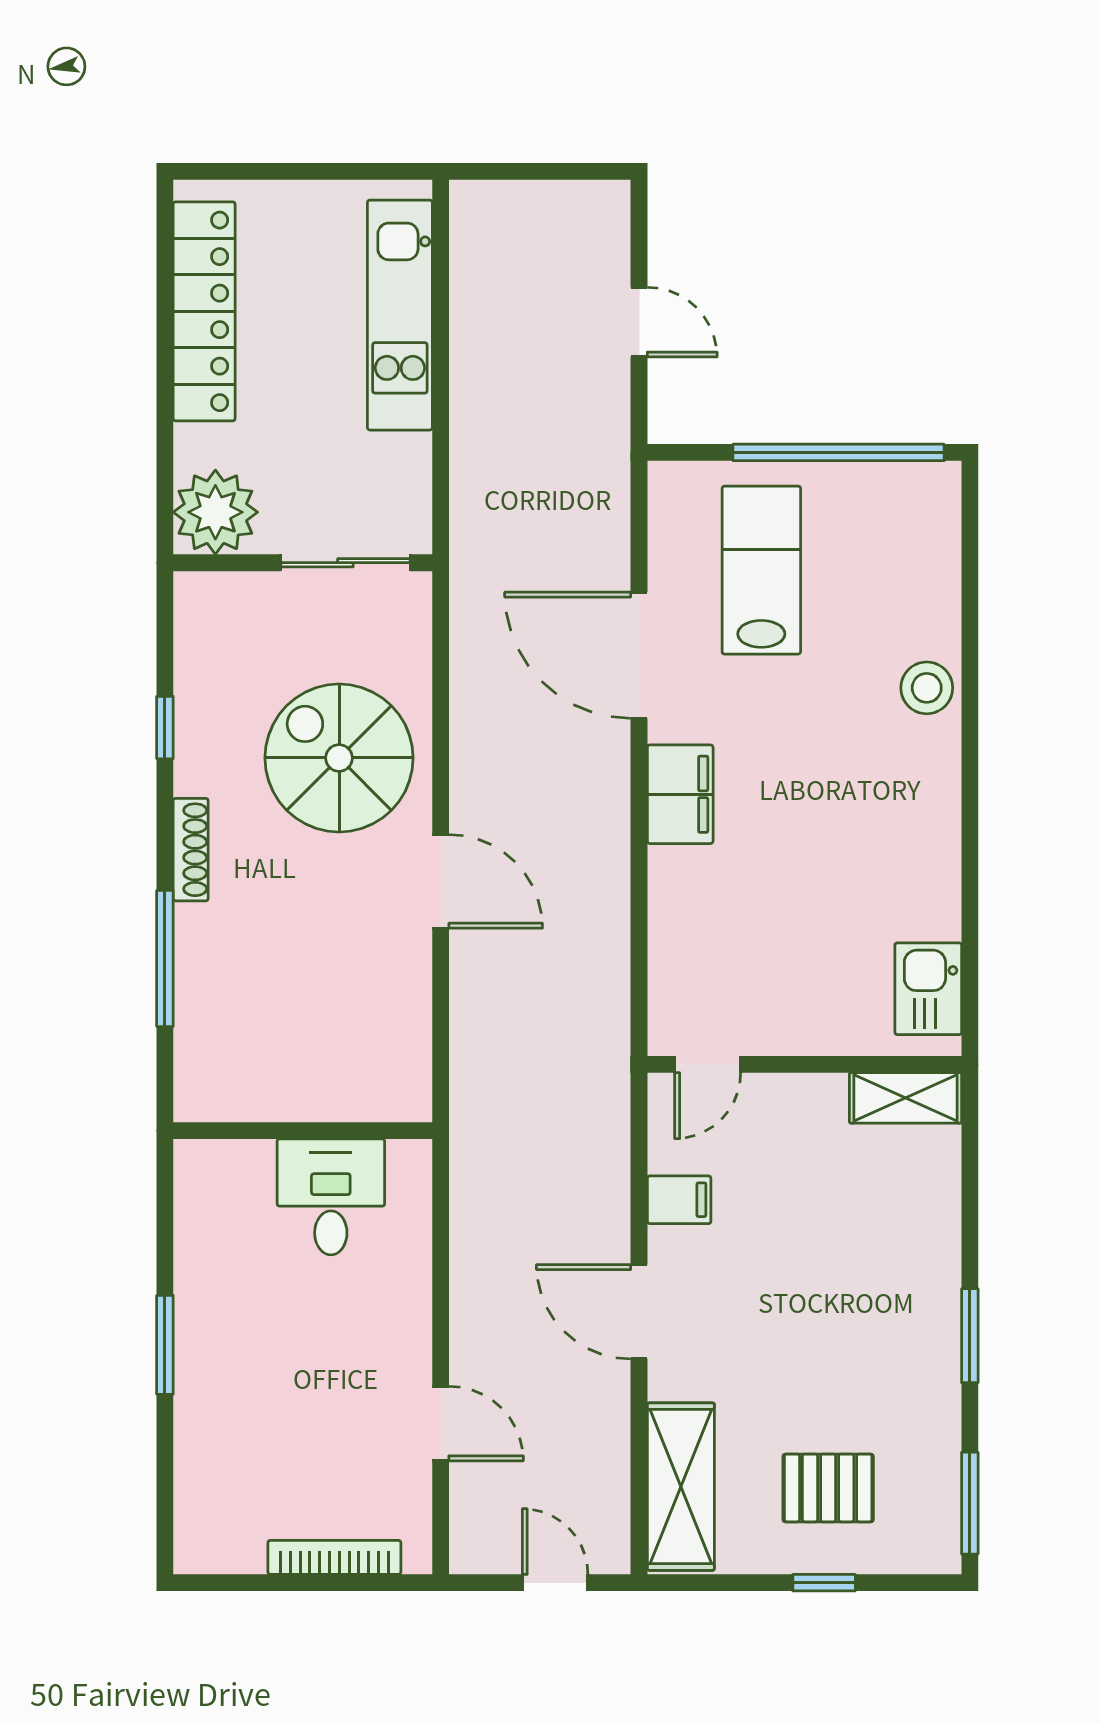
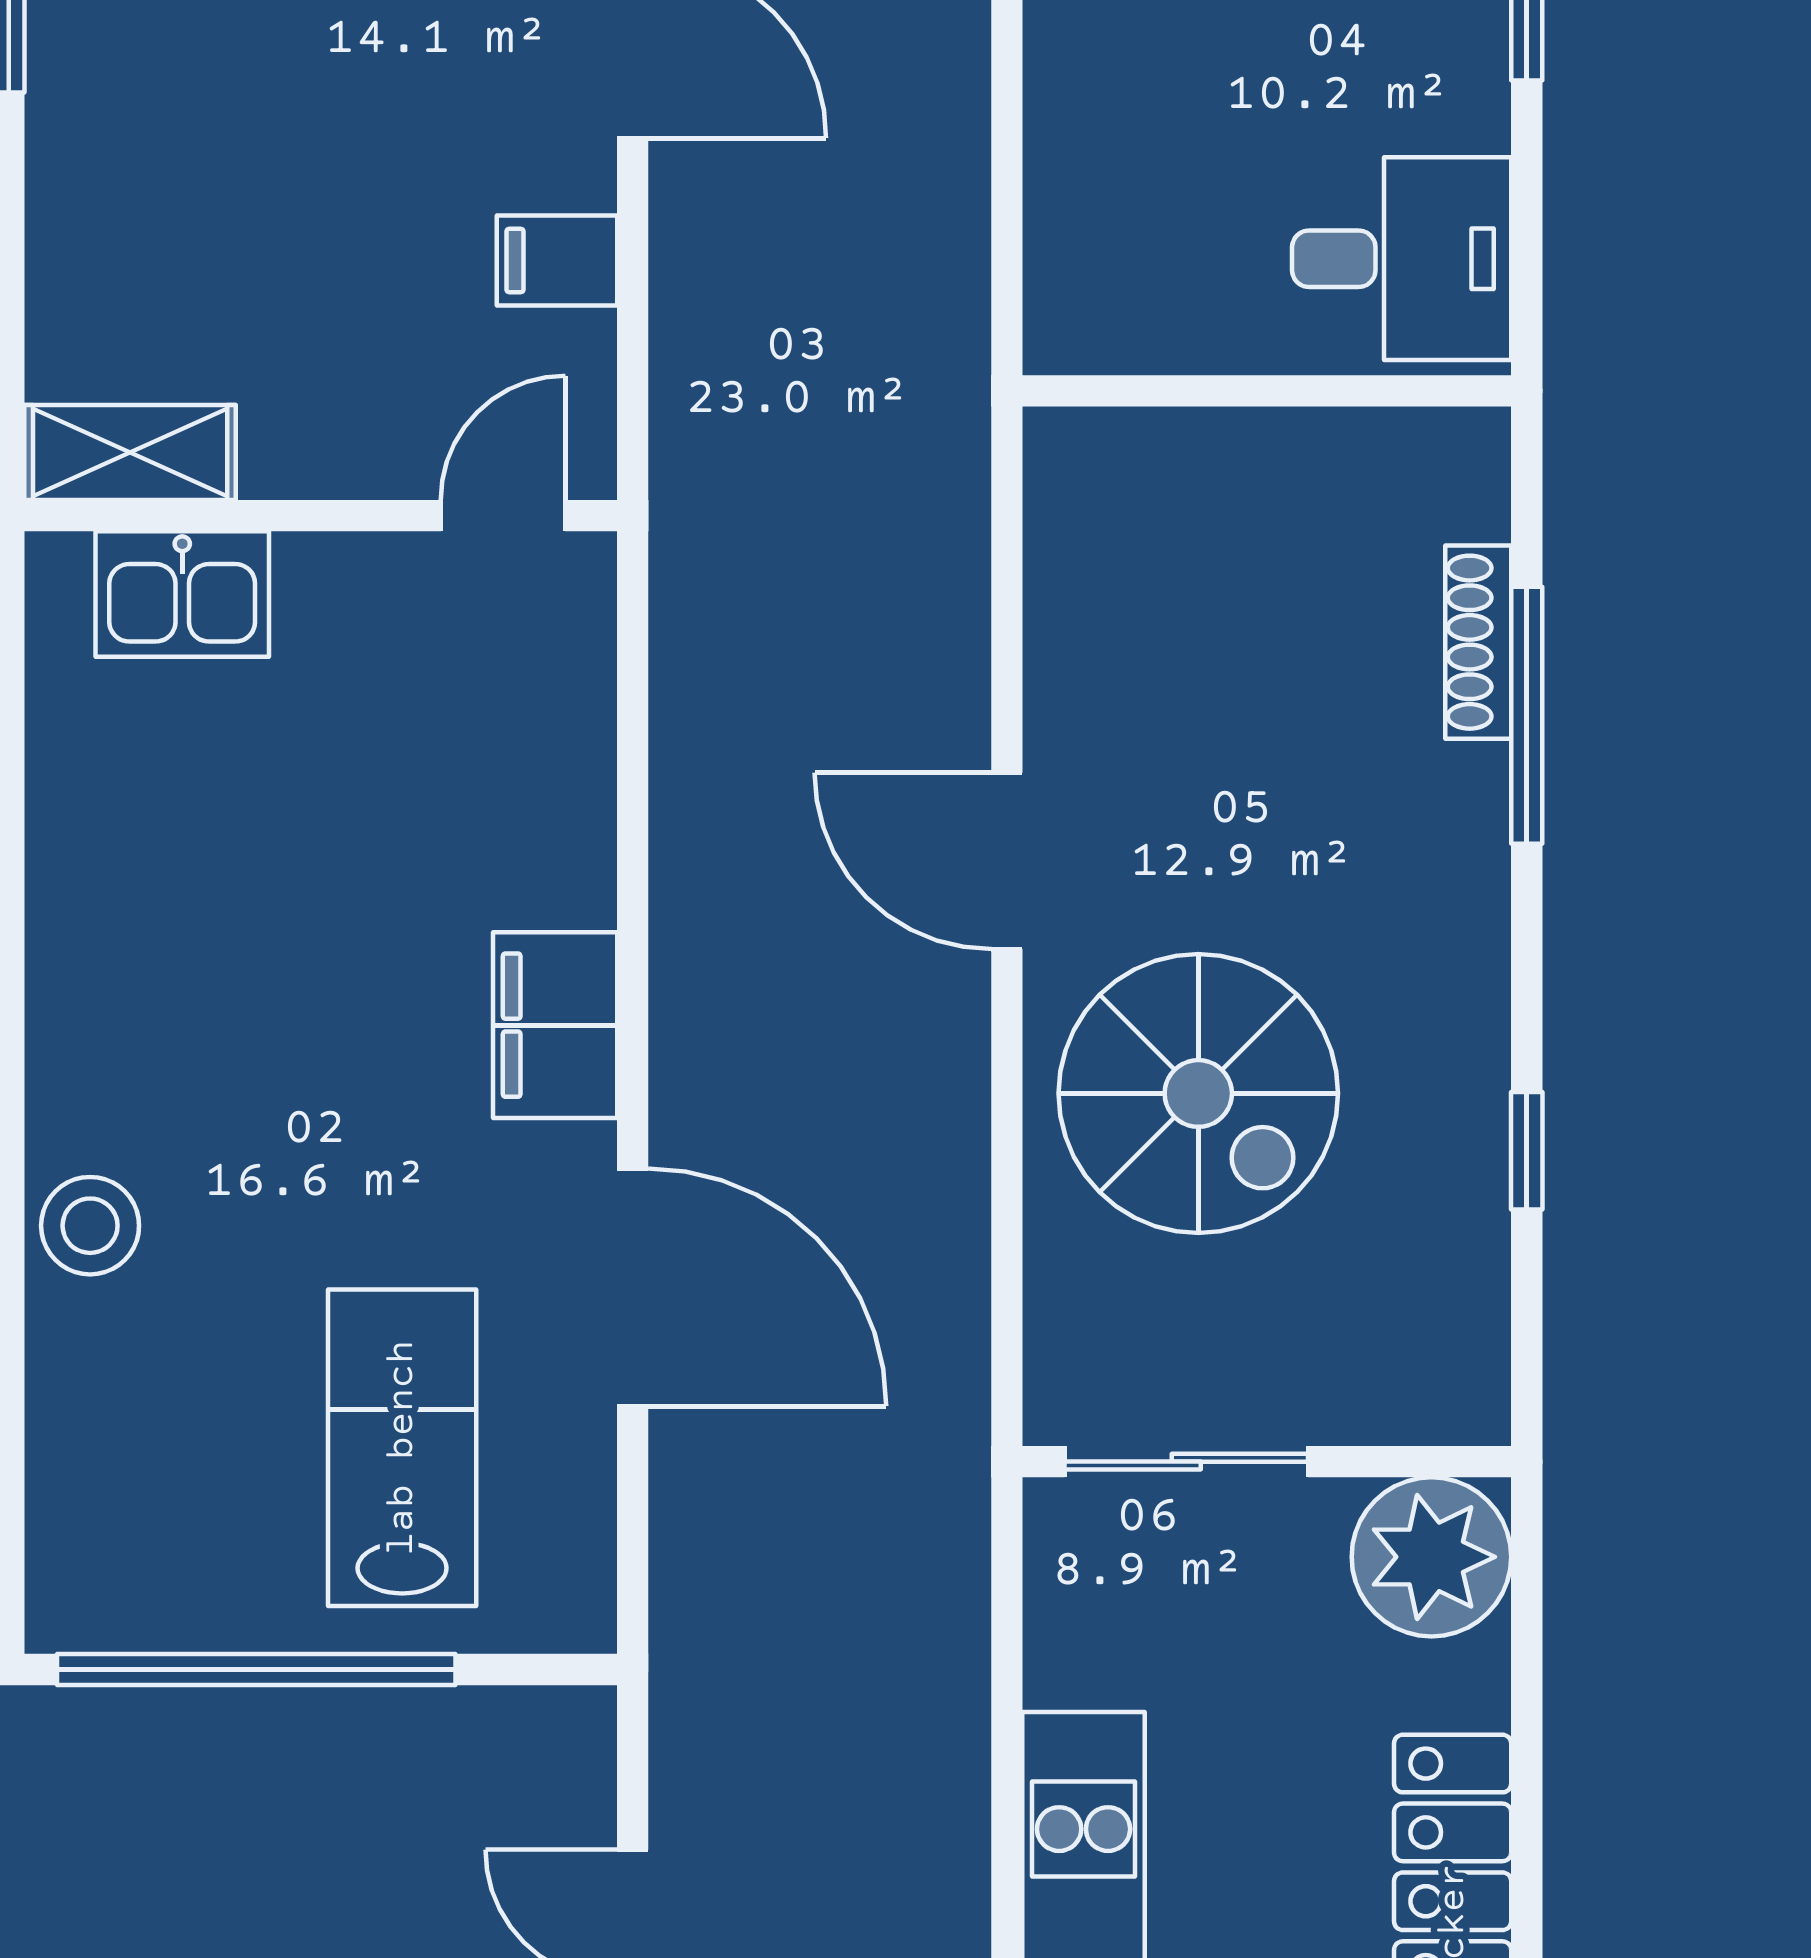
lab bench: (761, 570) -> (402, 1448), turned 180
shoe rack: (191, 850) -> (1478, 642), moved
kitchen sink: (928, 989) -> (182, 594), moved, turned 90
desk: (331, 1197) -> (1402, 259), moved, turned -90

